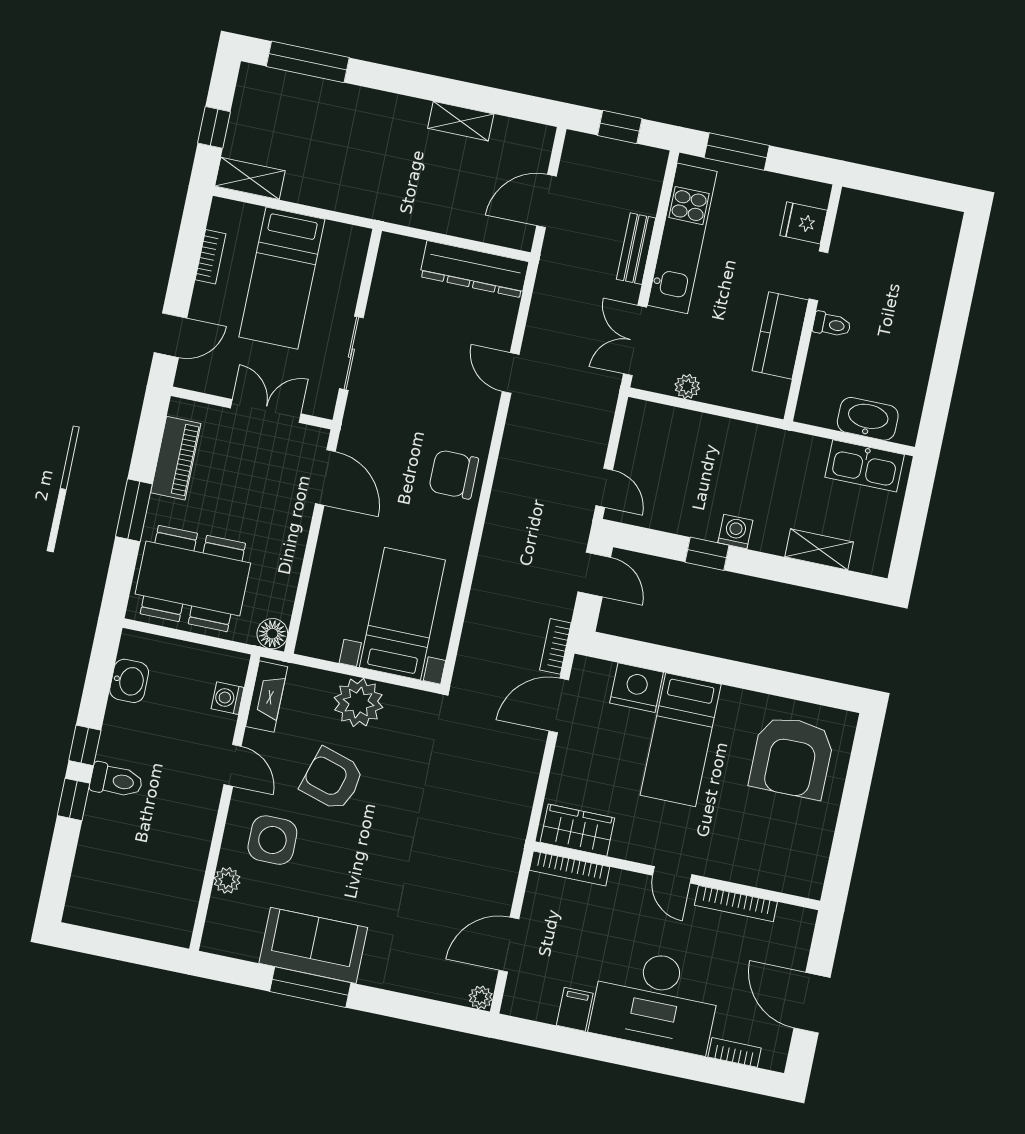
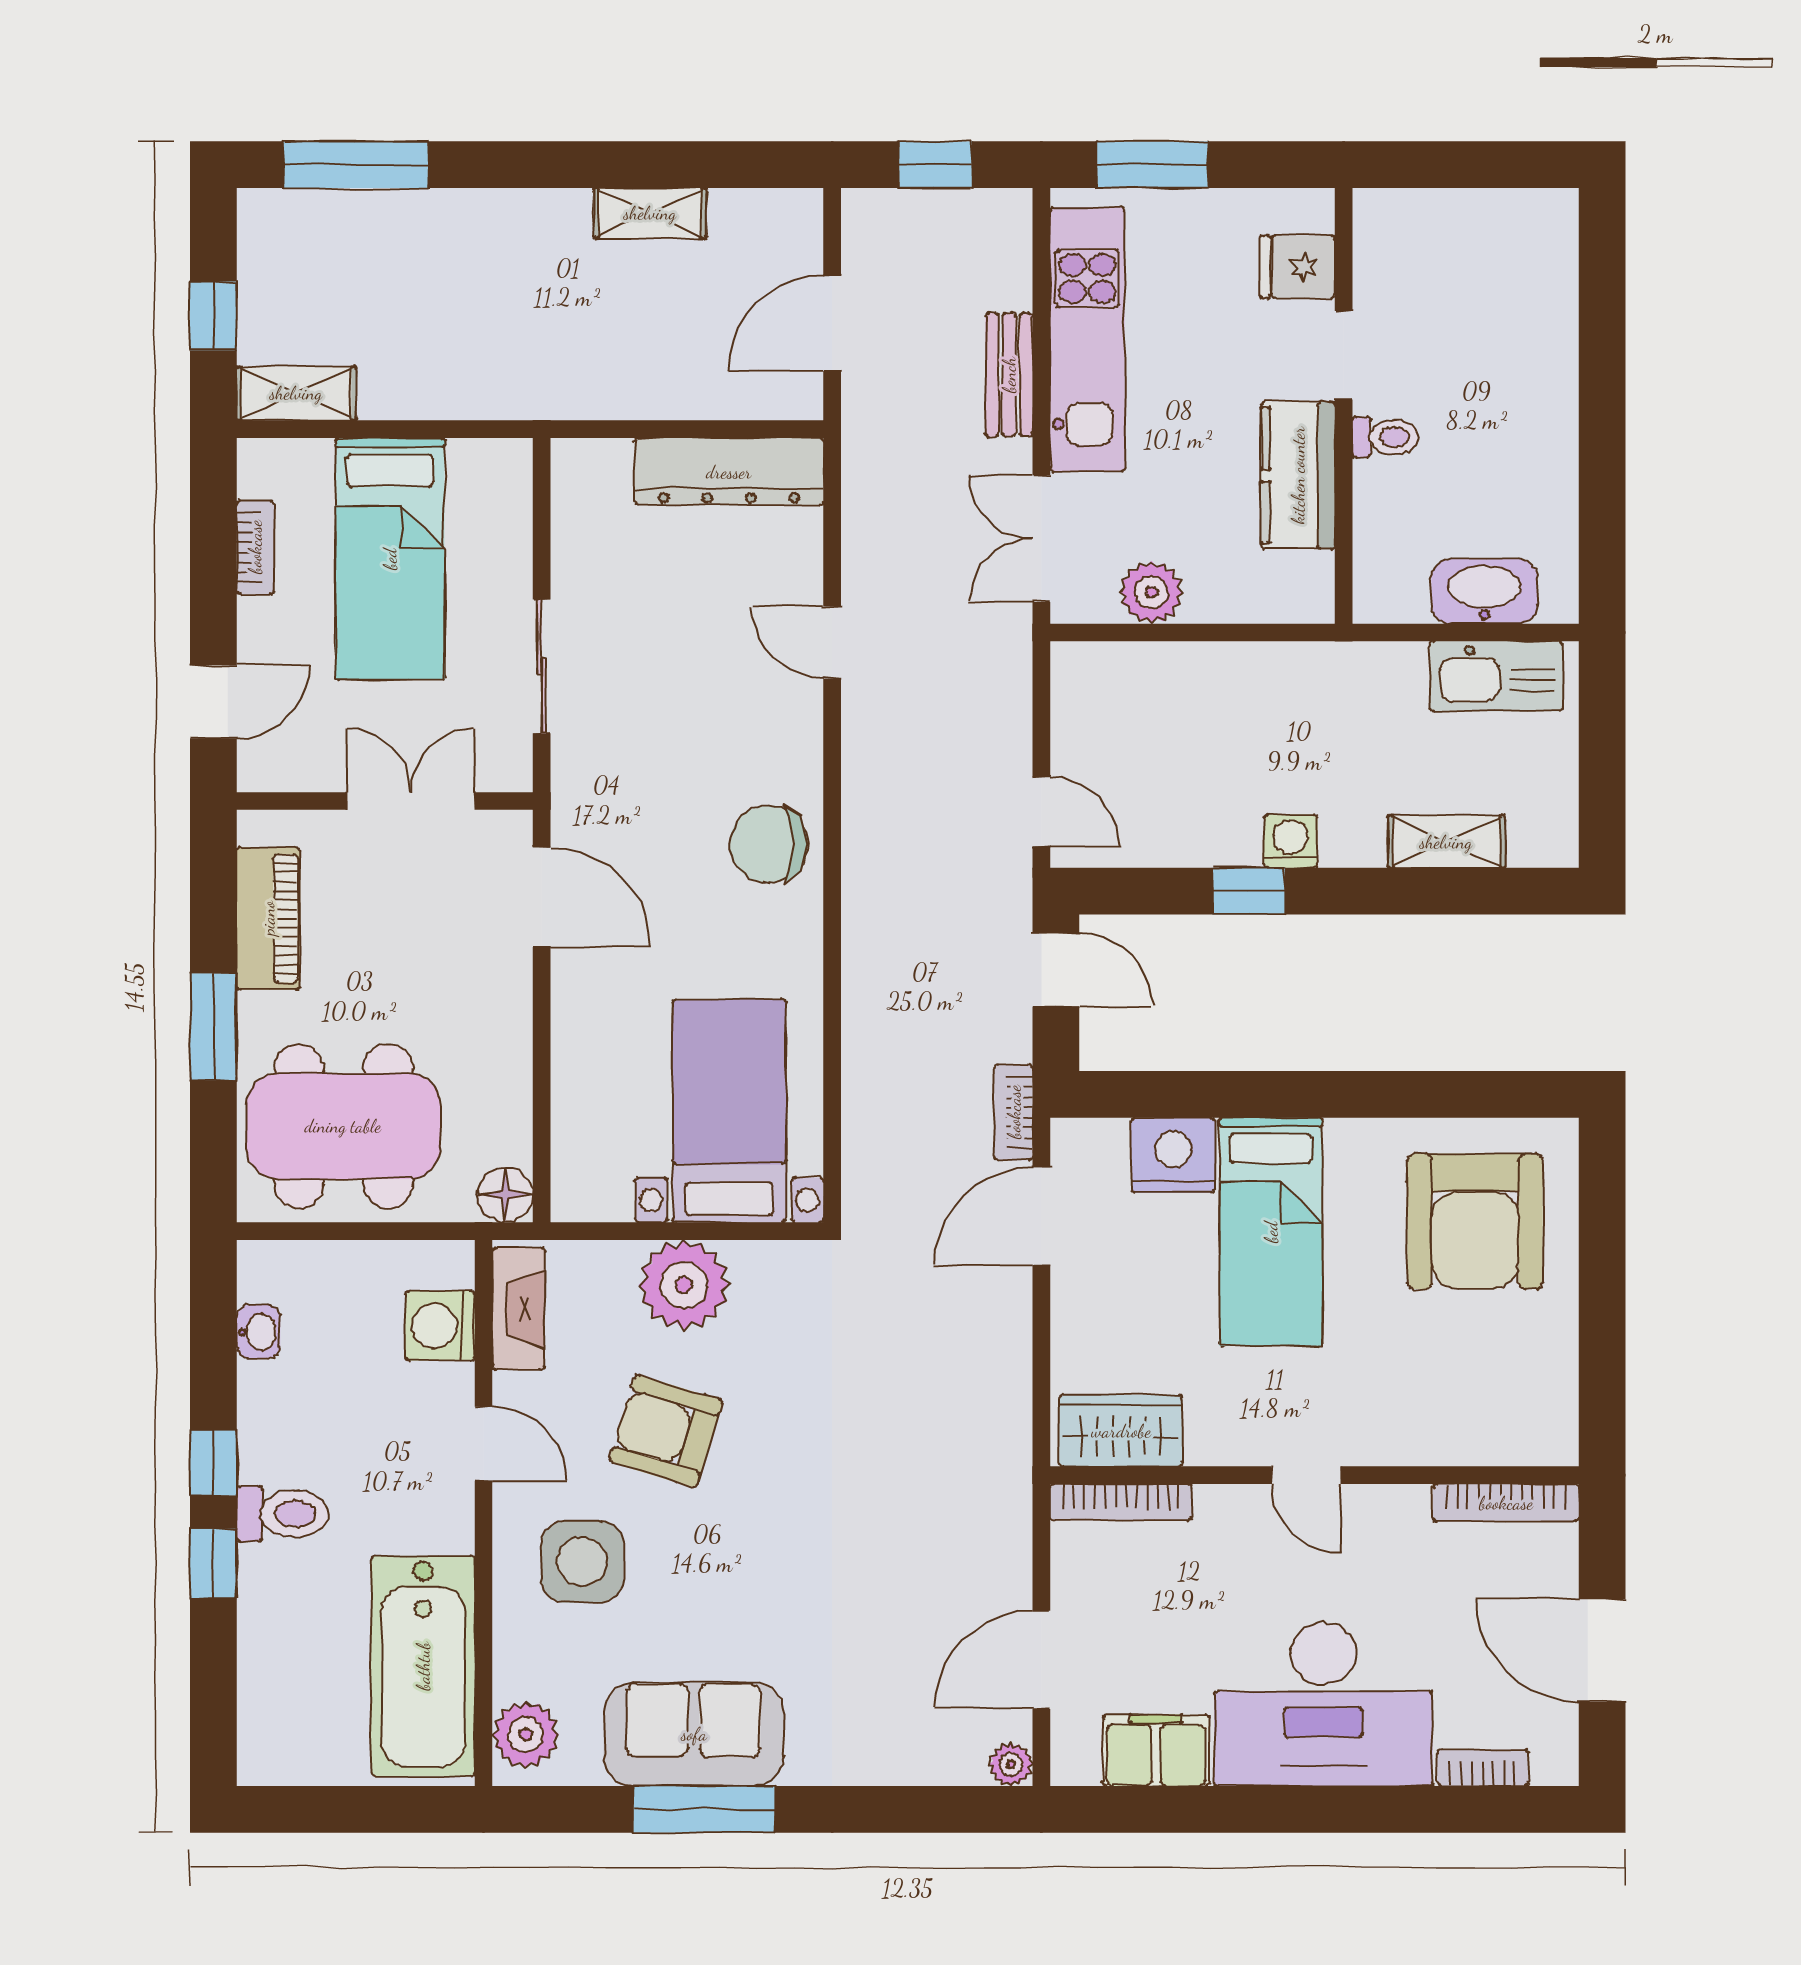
plant: (687, 386) -> (1151, 592), width x1.38, depth x1.38
washbasin: (129, 681) -> (258, 1332), width x0.72, depth x0.69
washing machine: (228, 698) -> (440, 1326), width x1.38, depth x1.38
bathtub: (175, 878) -> (423, 1666), added
plant: (227, 880) -> (526, 1734), moved, width x1.38, depth x1.38
bookcase: (736, 904) -> (1506, 1503), moved
filing cabinet: (575, 1009) -> (1156, 1750), width x2.00

